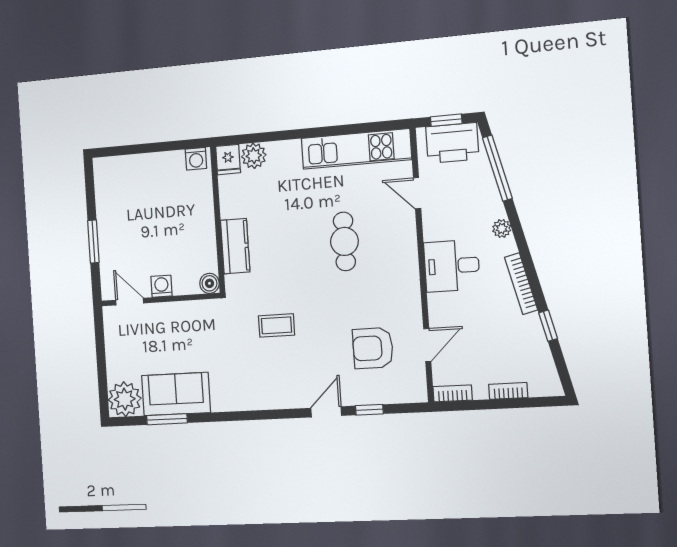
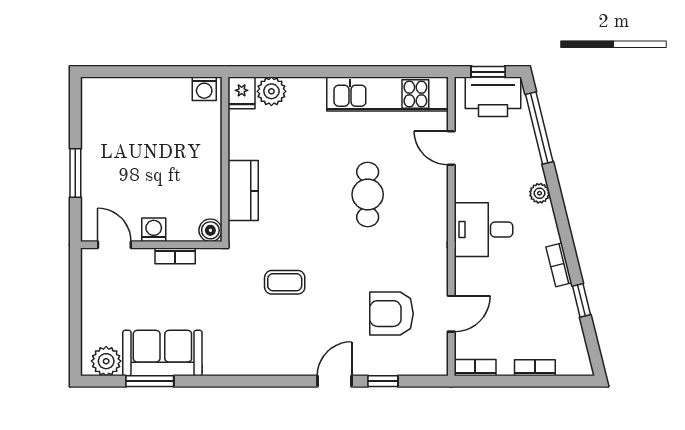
bookcase: (521, 284) -> (559, 265), width x0.64
bookcase: (181, 308) -> (175, 256), added
plant: (125, 399) -> (106, 361), width x0.73, depth x0.73

